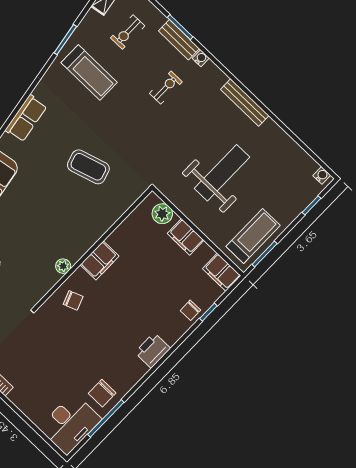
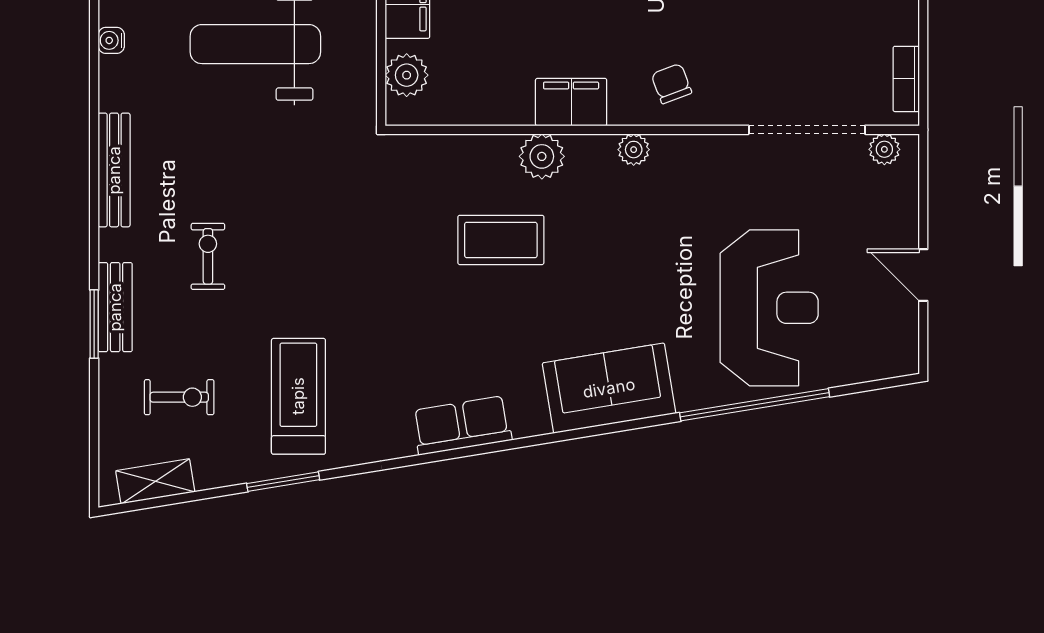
water cooler: (201, 58) -> (111, 40), moved
exercise bike: (166, 88) -> (208, 256), turned 90
bench: (245, 102) -> (114, 170), moved
coffee table: (88, 167) -> (501, 240), moved, turned -73
plant: (91, 233) -> (542, 156), added

